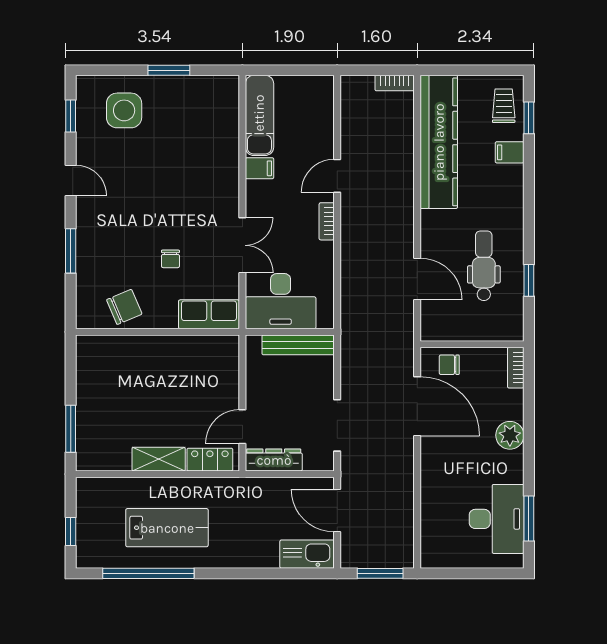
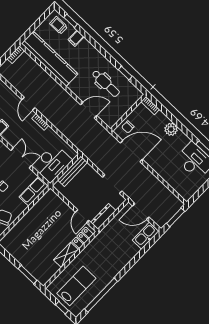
dental chair: (484, 266) -> (106, 83), turned 180
lab bench: (167, 528) -> (76, 286), moved

